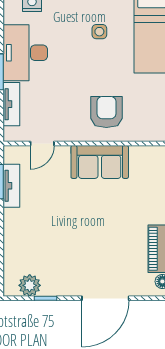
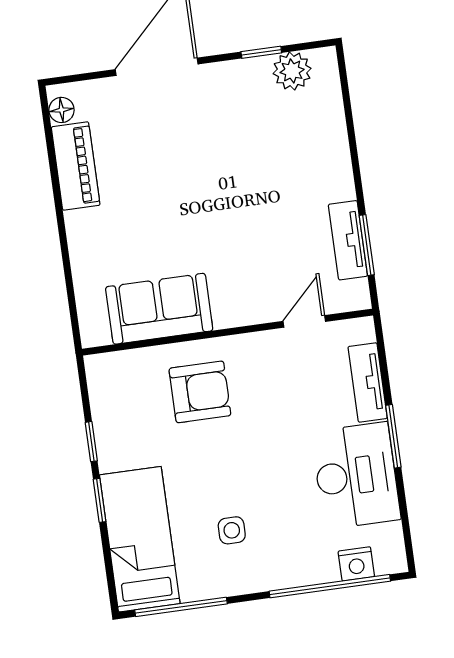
armchair: (106, 112) -> (200, 392), turned -90
sofa: (100, 162) -> (159, 309), moved

